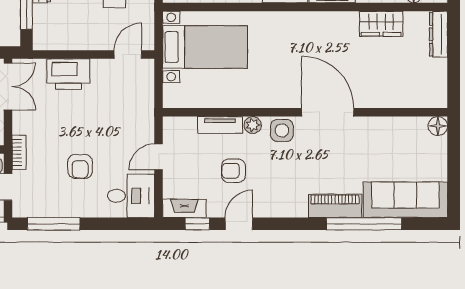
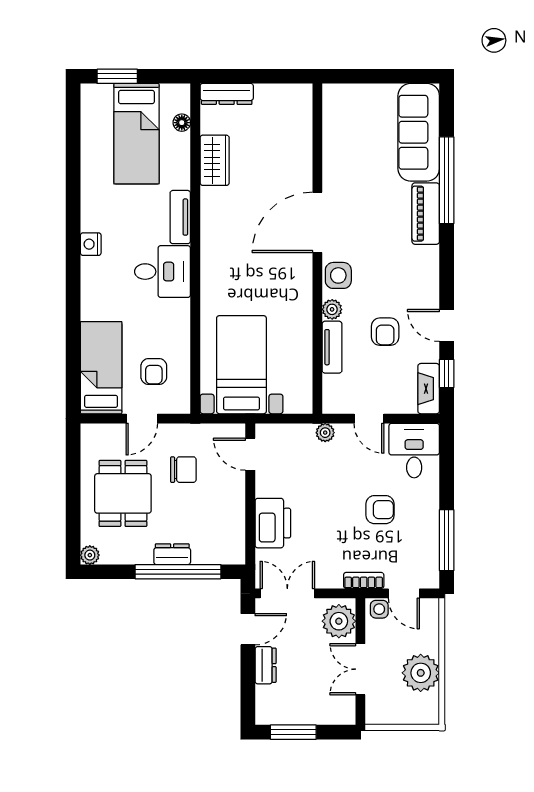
plant: (146, 119) -> (325, 433), added
floor lamp: (438, 126) -> (333, 95), removed

